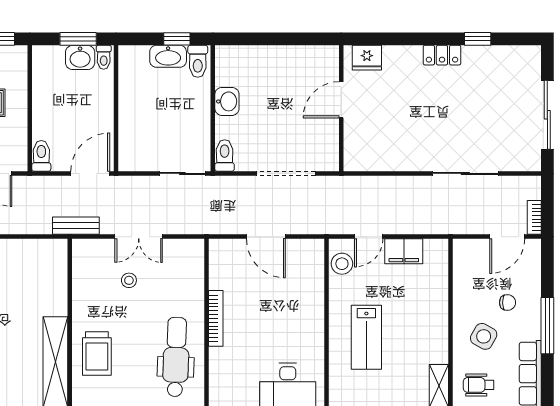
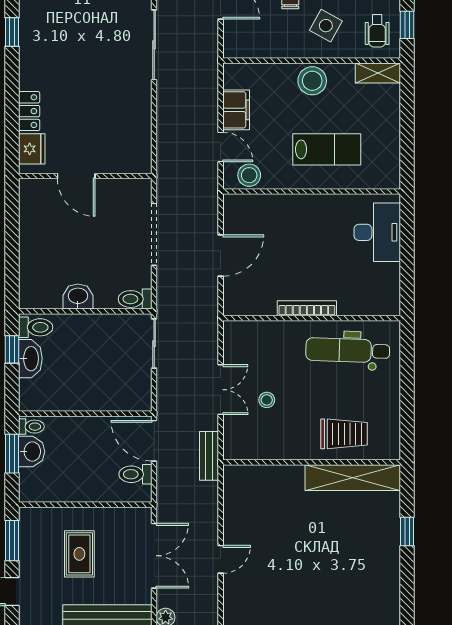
locker: (442, 55) -> (29, 111), moved
toilet: (41, 156) -> (135, 474), moved
stool: (431, 323) -> (312, 81), added

